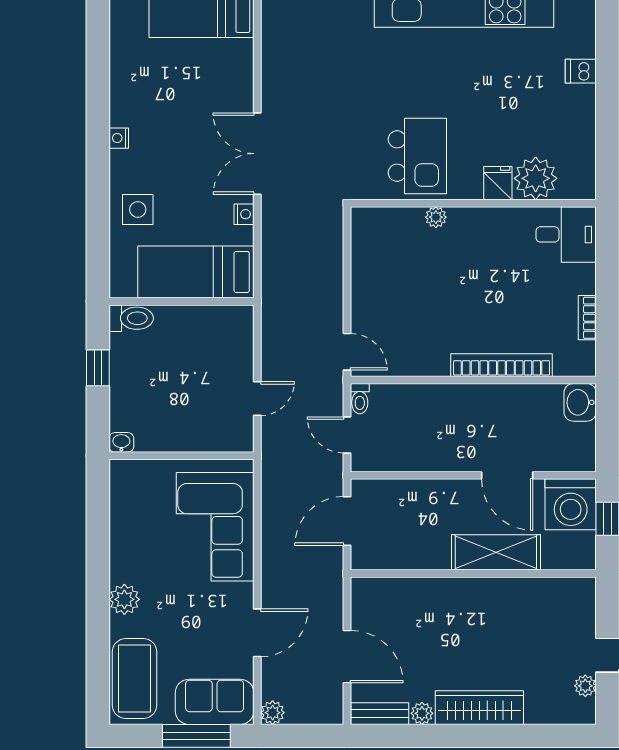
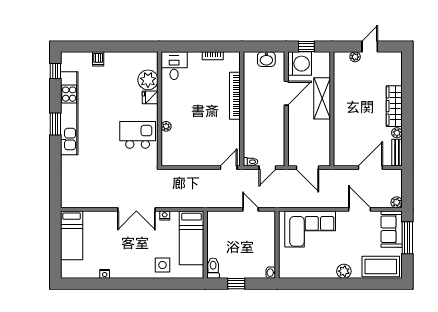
nightstand: (119, 138) -> (105, 274), moved
washbasin: (580, 402) -> (266, 59), moved
plant: (585, 686) -> (355, 57), moved

